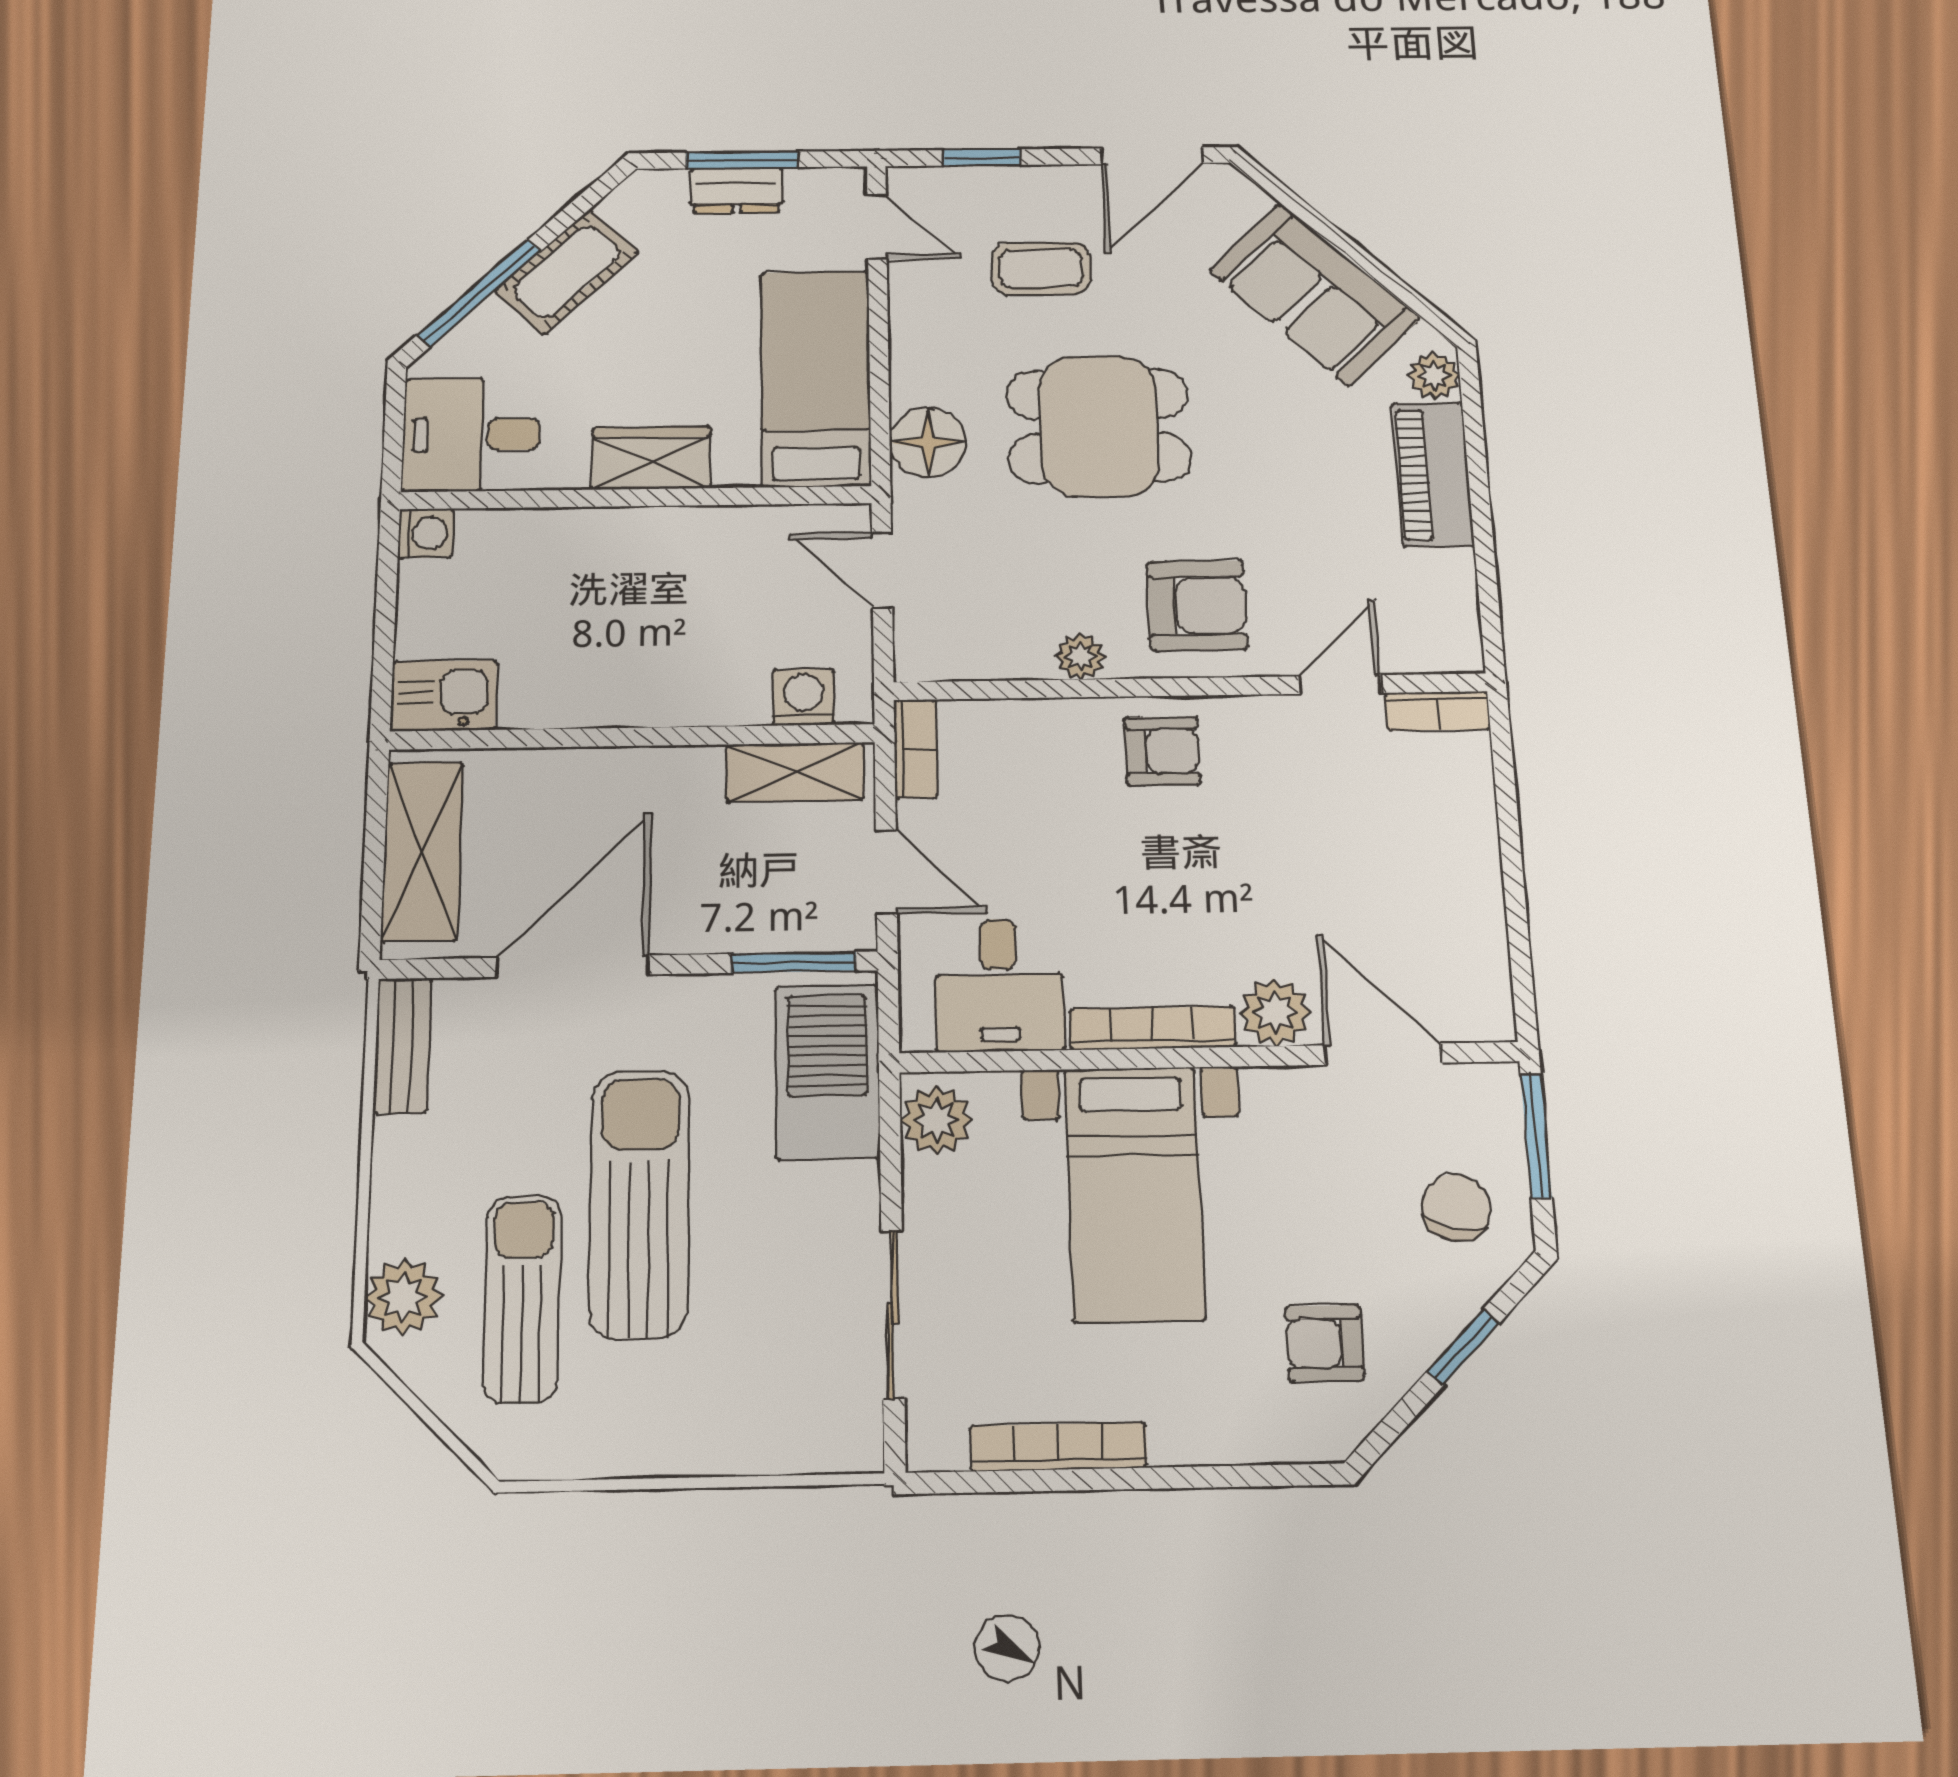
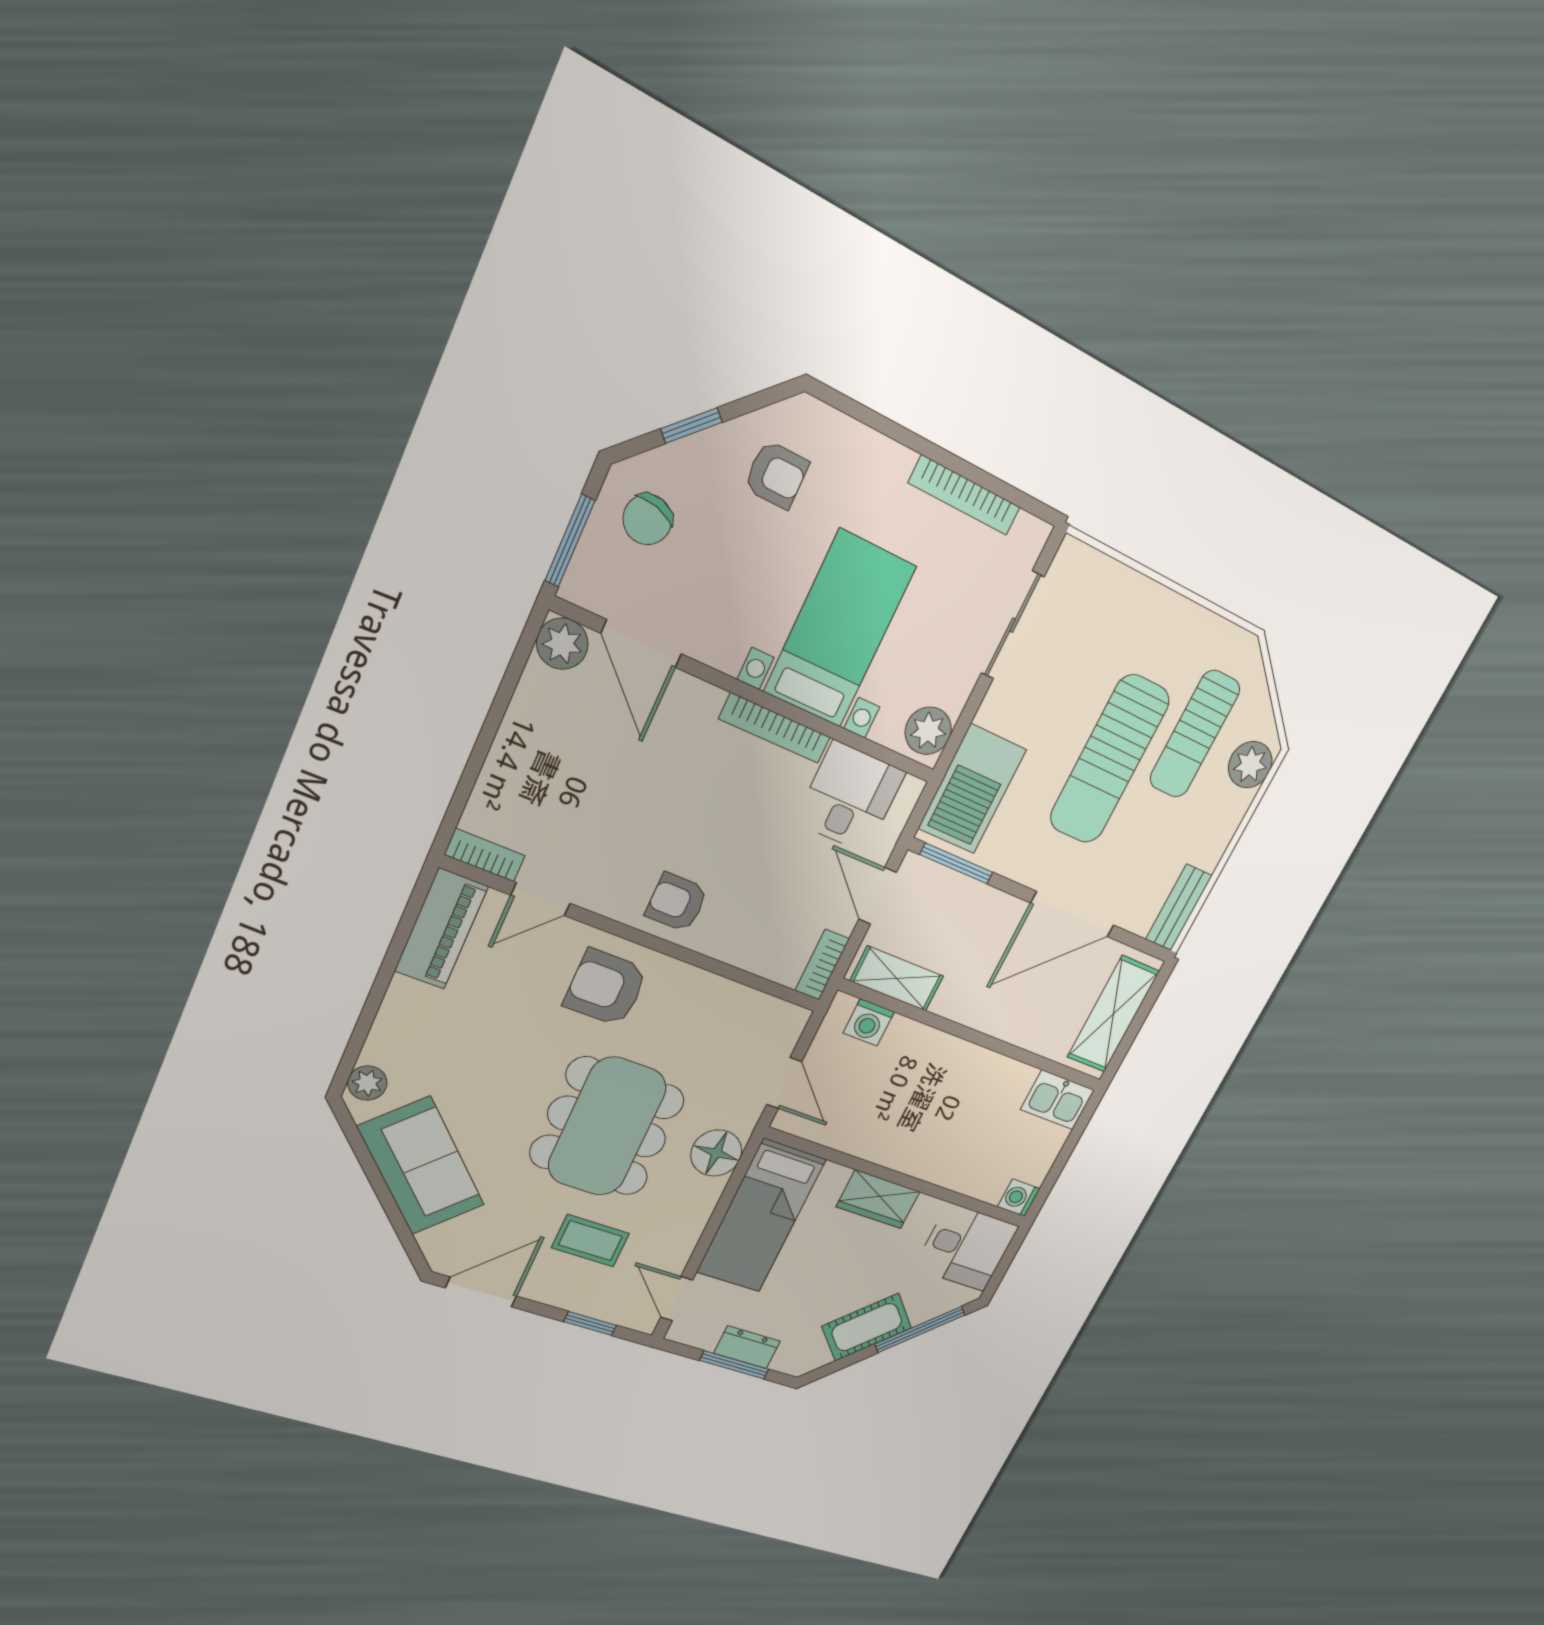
dining table: (1099, 426) -> (607, 1127), width x1.38
piano: (1433, 474) -> (441, 929), moved
plant: (1080, 656) -> (695, 983), removed
plant: (1275, 1012) -> (562, 644), moved

